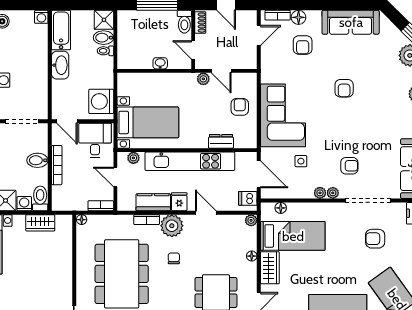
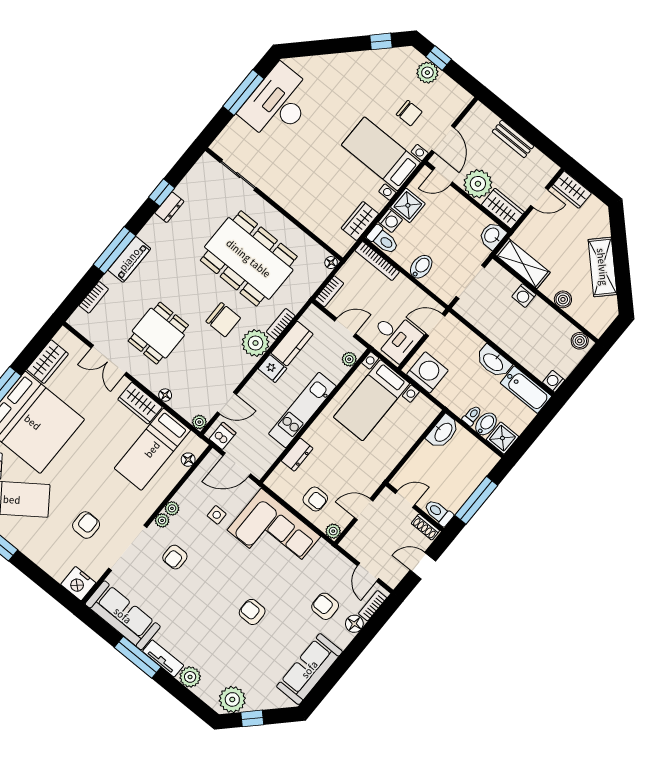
washbasin: (160, 63) -> (443, 432), moved, width x1.91, depth x1.45
plant: (203, 79) -> (333, 531), moved
kitchen unit: (190, 161) -> (302, 410), width x0.73
bookcase: (57, 165) -> (377, 261), moved
door: (206, 213) -> (227, 403), moved
chair: (174, 258) -> (223, 320), width x1.87, depth x1.87

